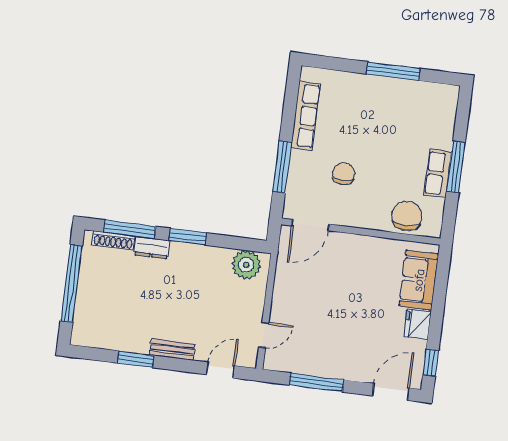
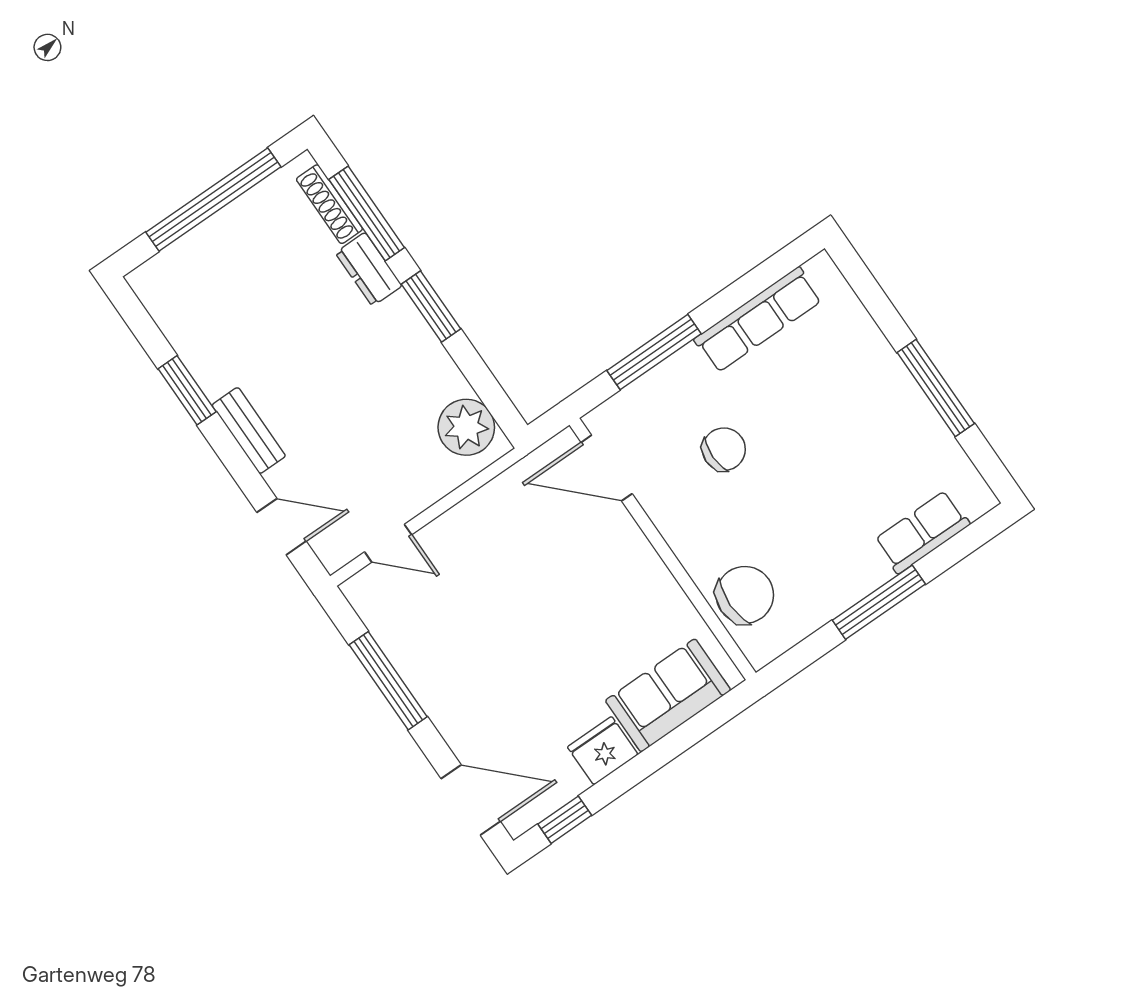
row of seats: (438, 173) -> (922, 532), moved

